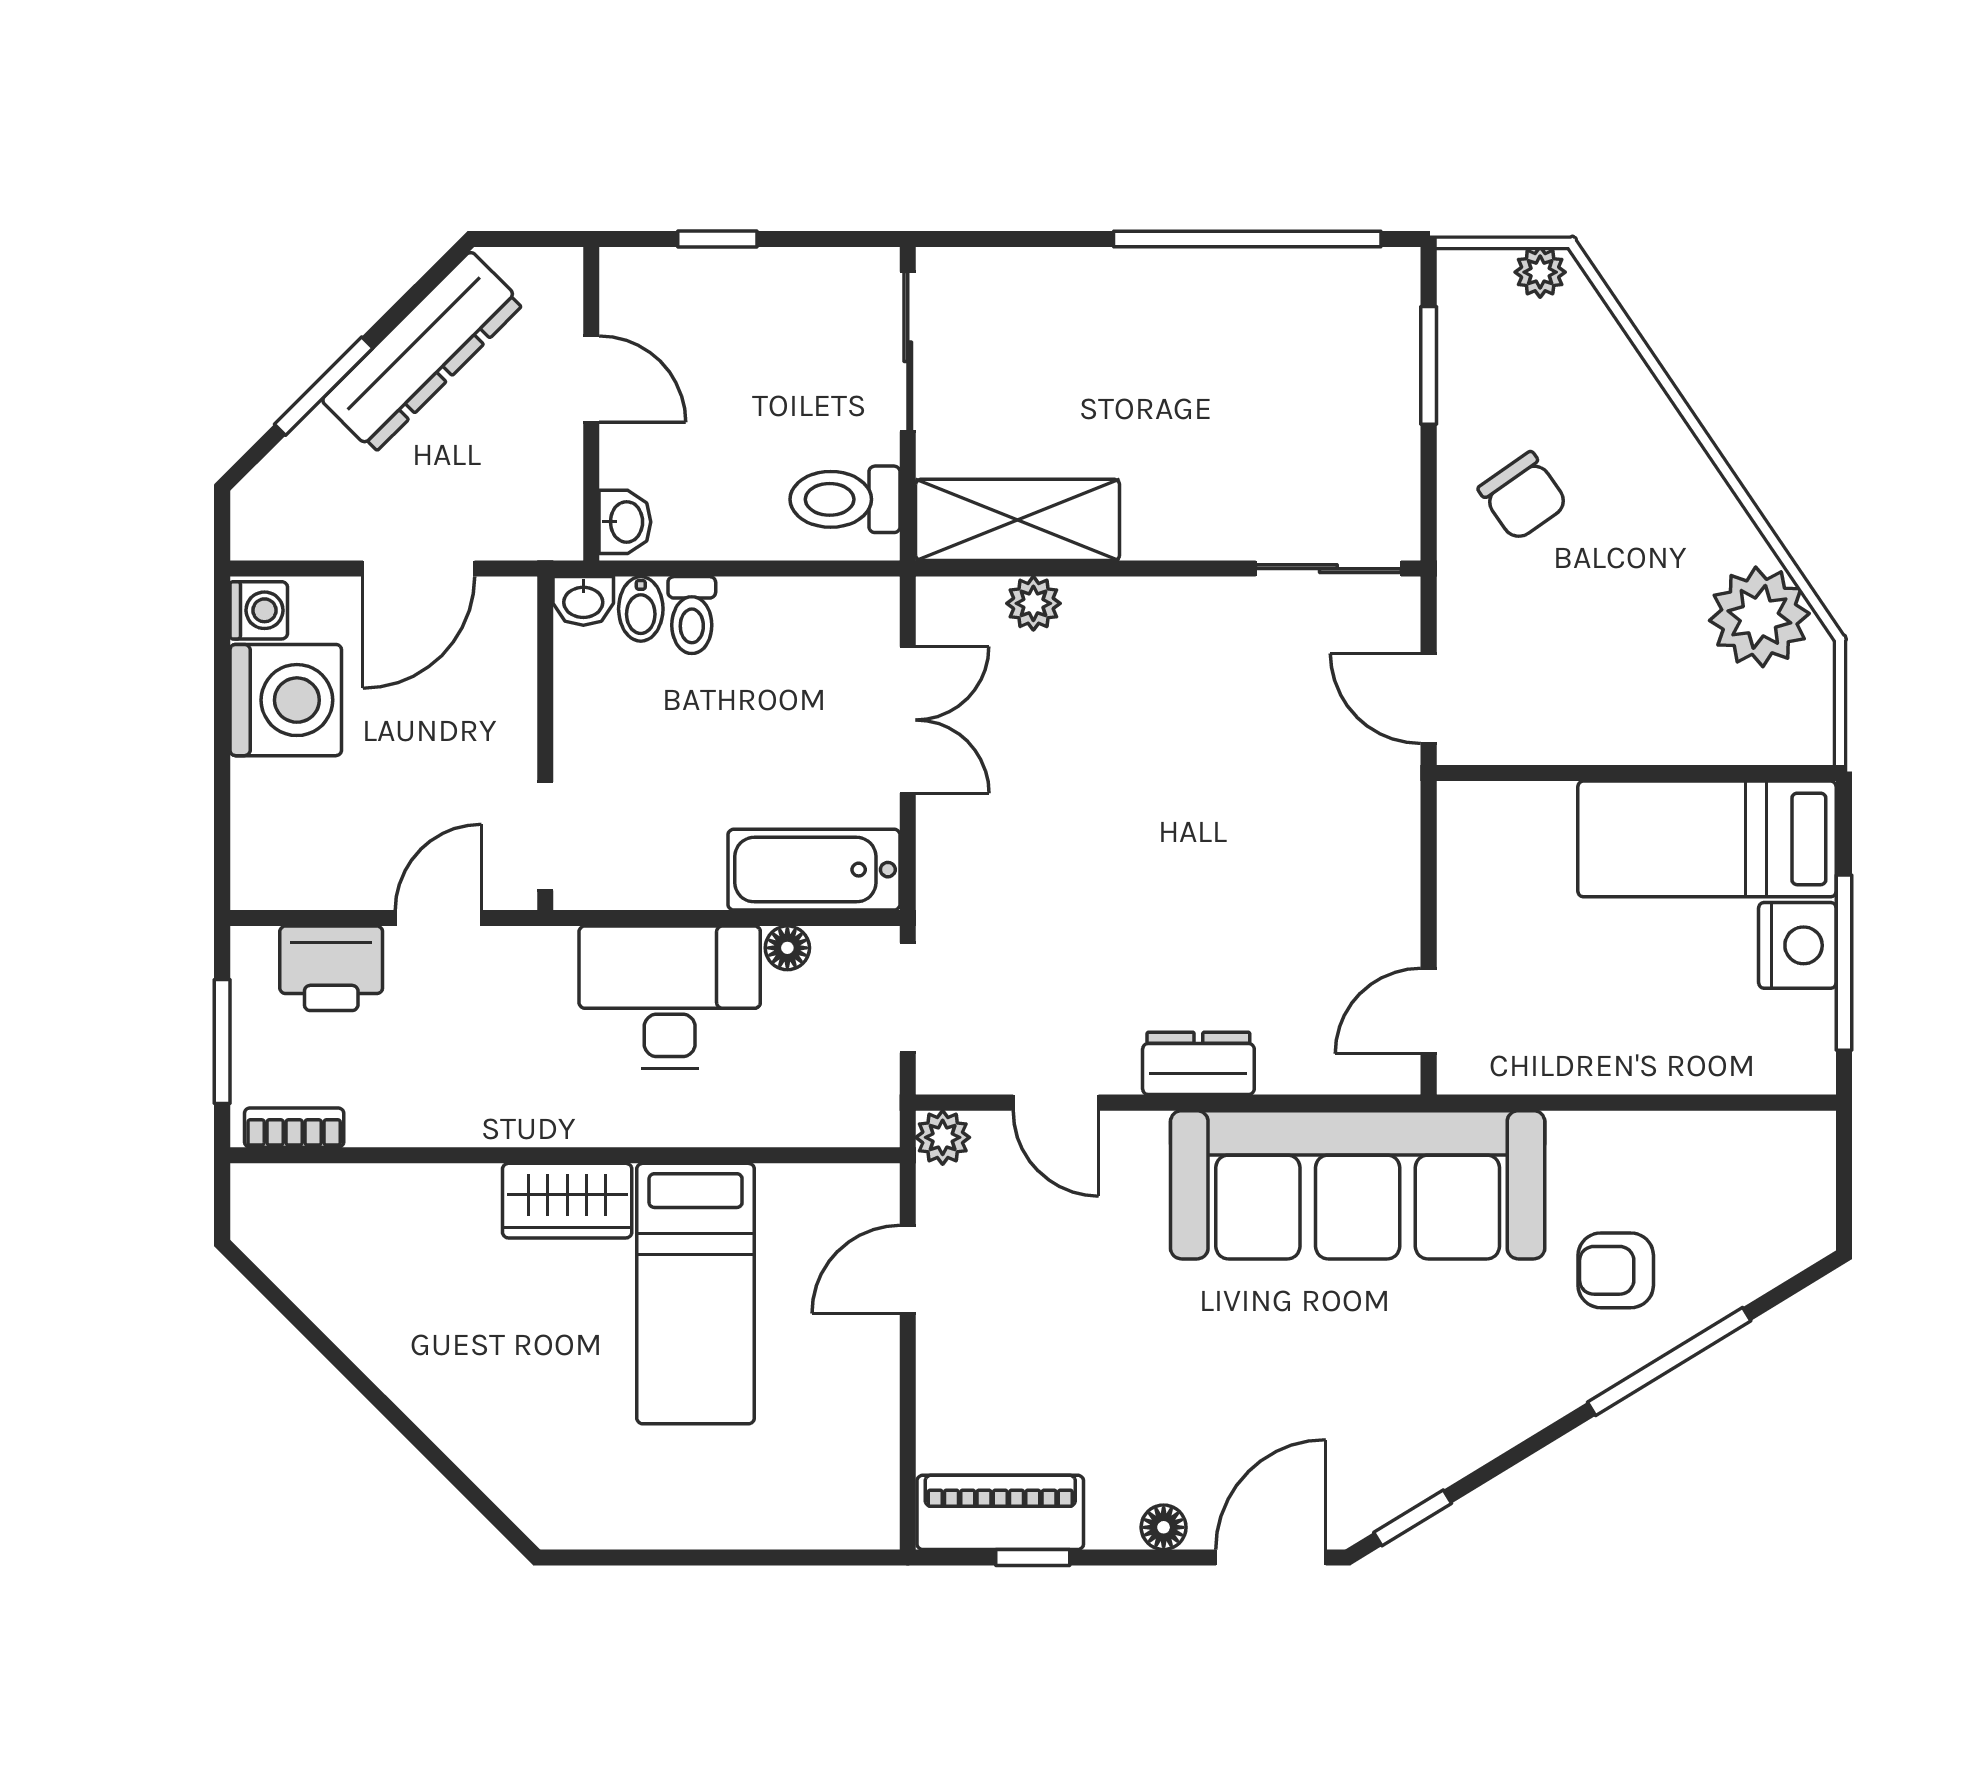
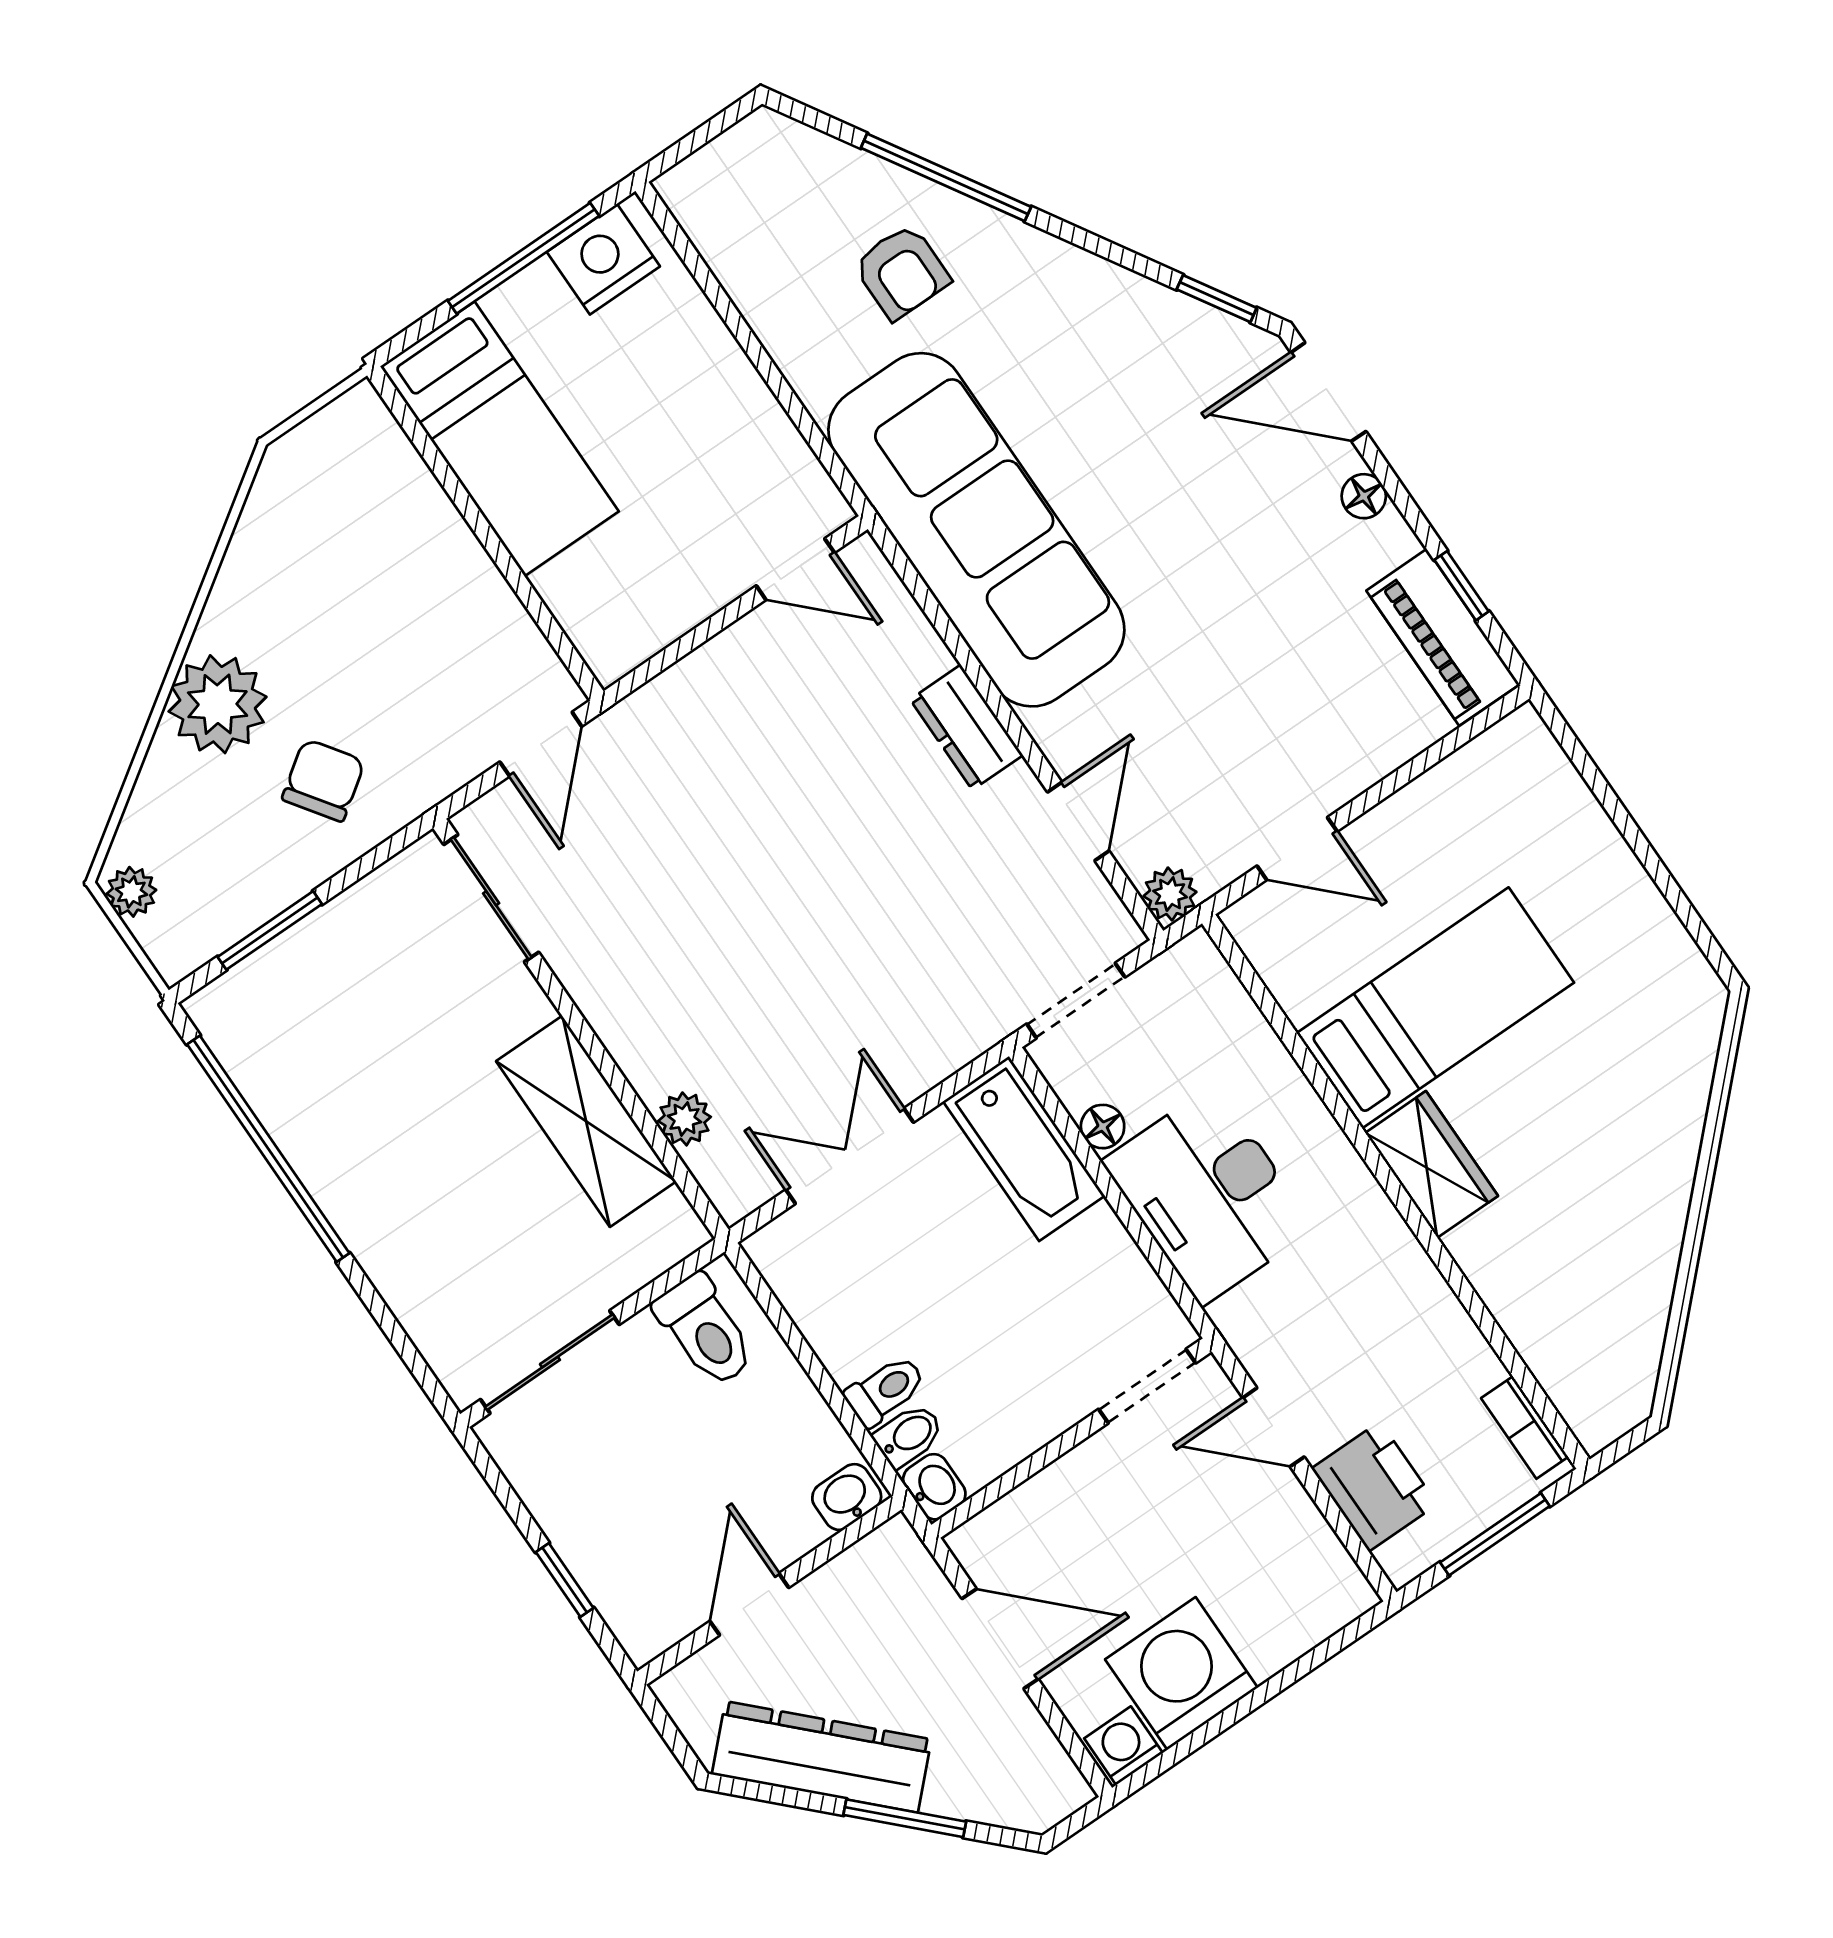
shelving: (1018, 520) -> (586, 1121), moved
plant: (1759, 617) -> (218, 704), moved
nightstand: (1797, 945) -> (603, 259), moved

